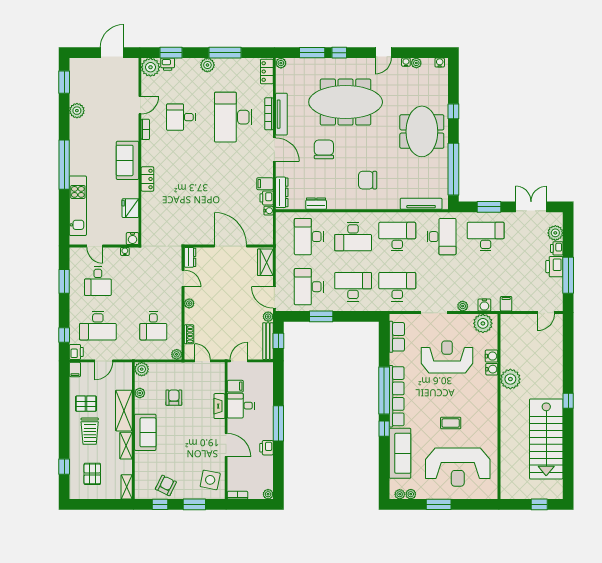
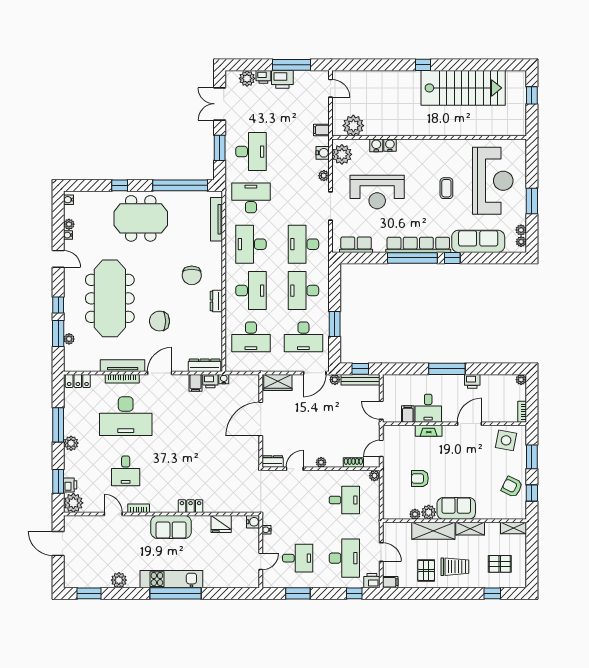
plant: (281, 63) -> (69, 339), moved
dresser: (316, 204) -> (216, 301), moved
kitchen unit: (78, 206) -> (171, 579), moved
desk: (486, 237) -> (251, 152), turned 180
reception desk: (447, 357) -> (377, 192), turned -90
plant: (142, 369) -> (429, 512), moved
plant: (510, 379) -> (353, 126), moved

